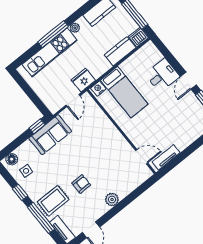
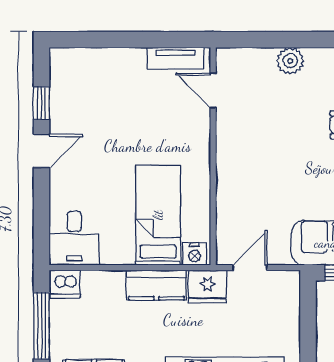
kitchen counter: (120, 51) -> (156, 285), moved
desk: (162, 75) -> (74, 238), moved, turned -90
plant: (112, 199) -> (290, 61), moved

